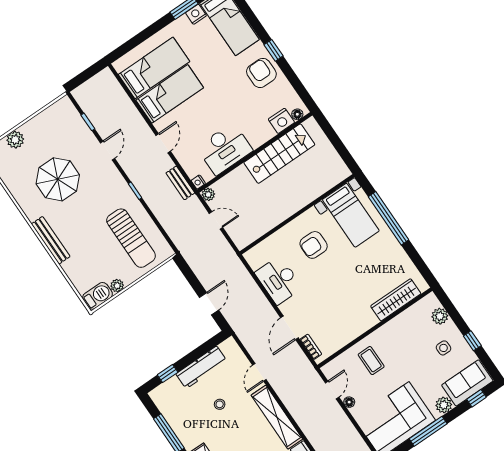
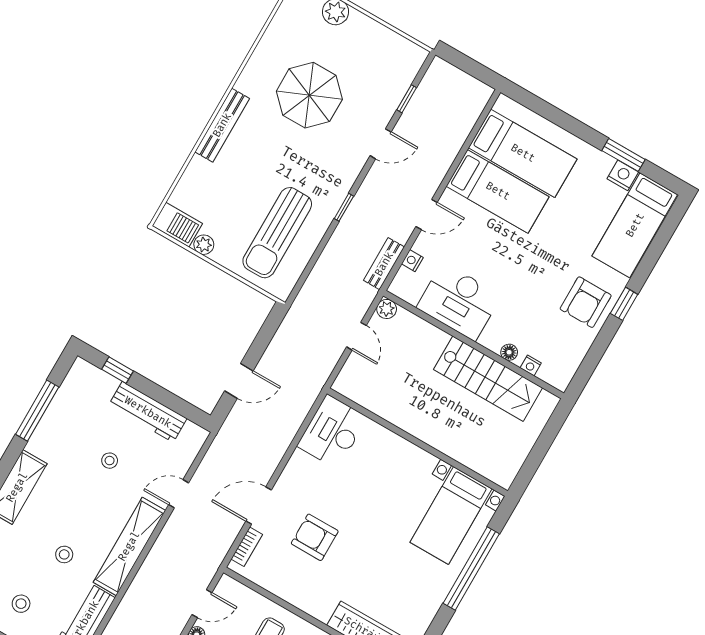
armchair: (261, 73) -> (586, 302), turned 180
floor lamp: (297, 114) -> (509, 352), moved
nightstand: (281, 121) -> (531, 365), width x0.53, depth x0.56
nightstand: (198, 182) -> (412, 261), moved
armchair: (314, 245) -> (315, 537), moved
desk: (279, 280) -> (332, 432), moved

